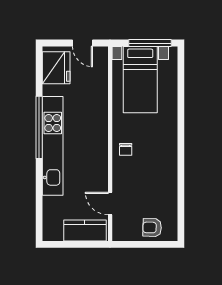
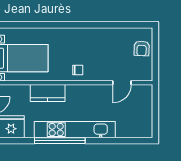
kitchen counter: (85, 230) -> (48, 93), moved, turned -90

